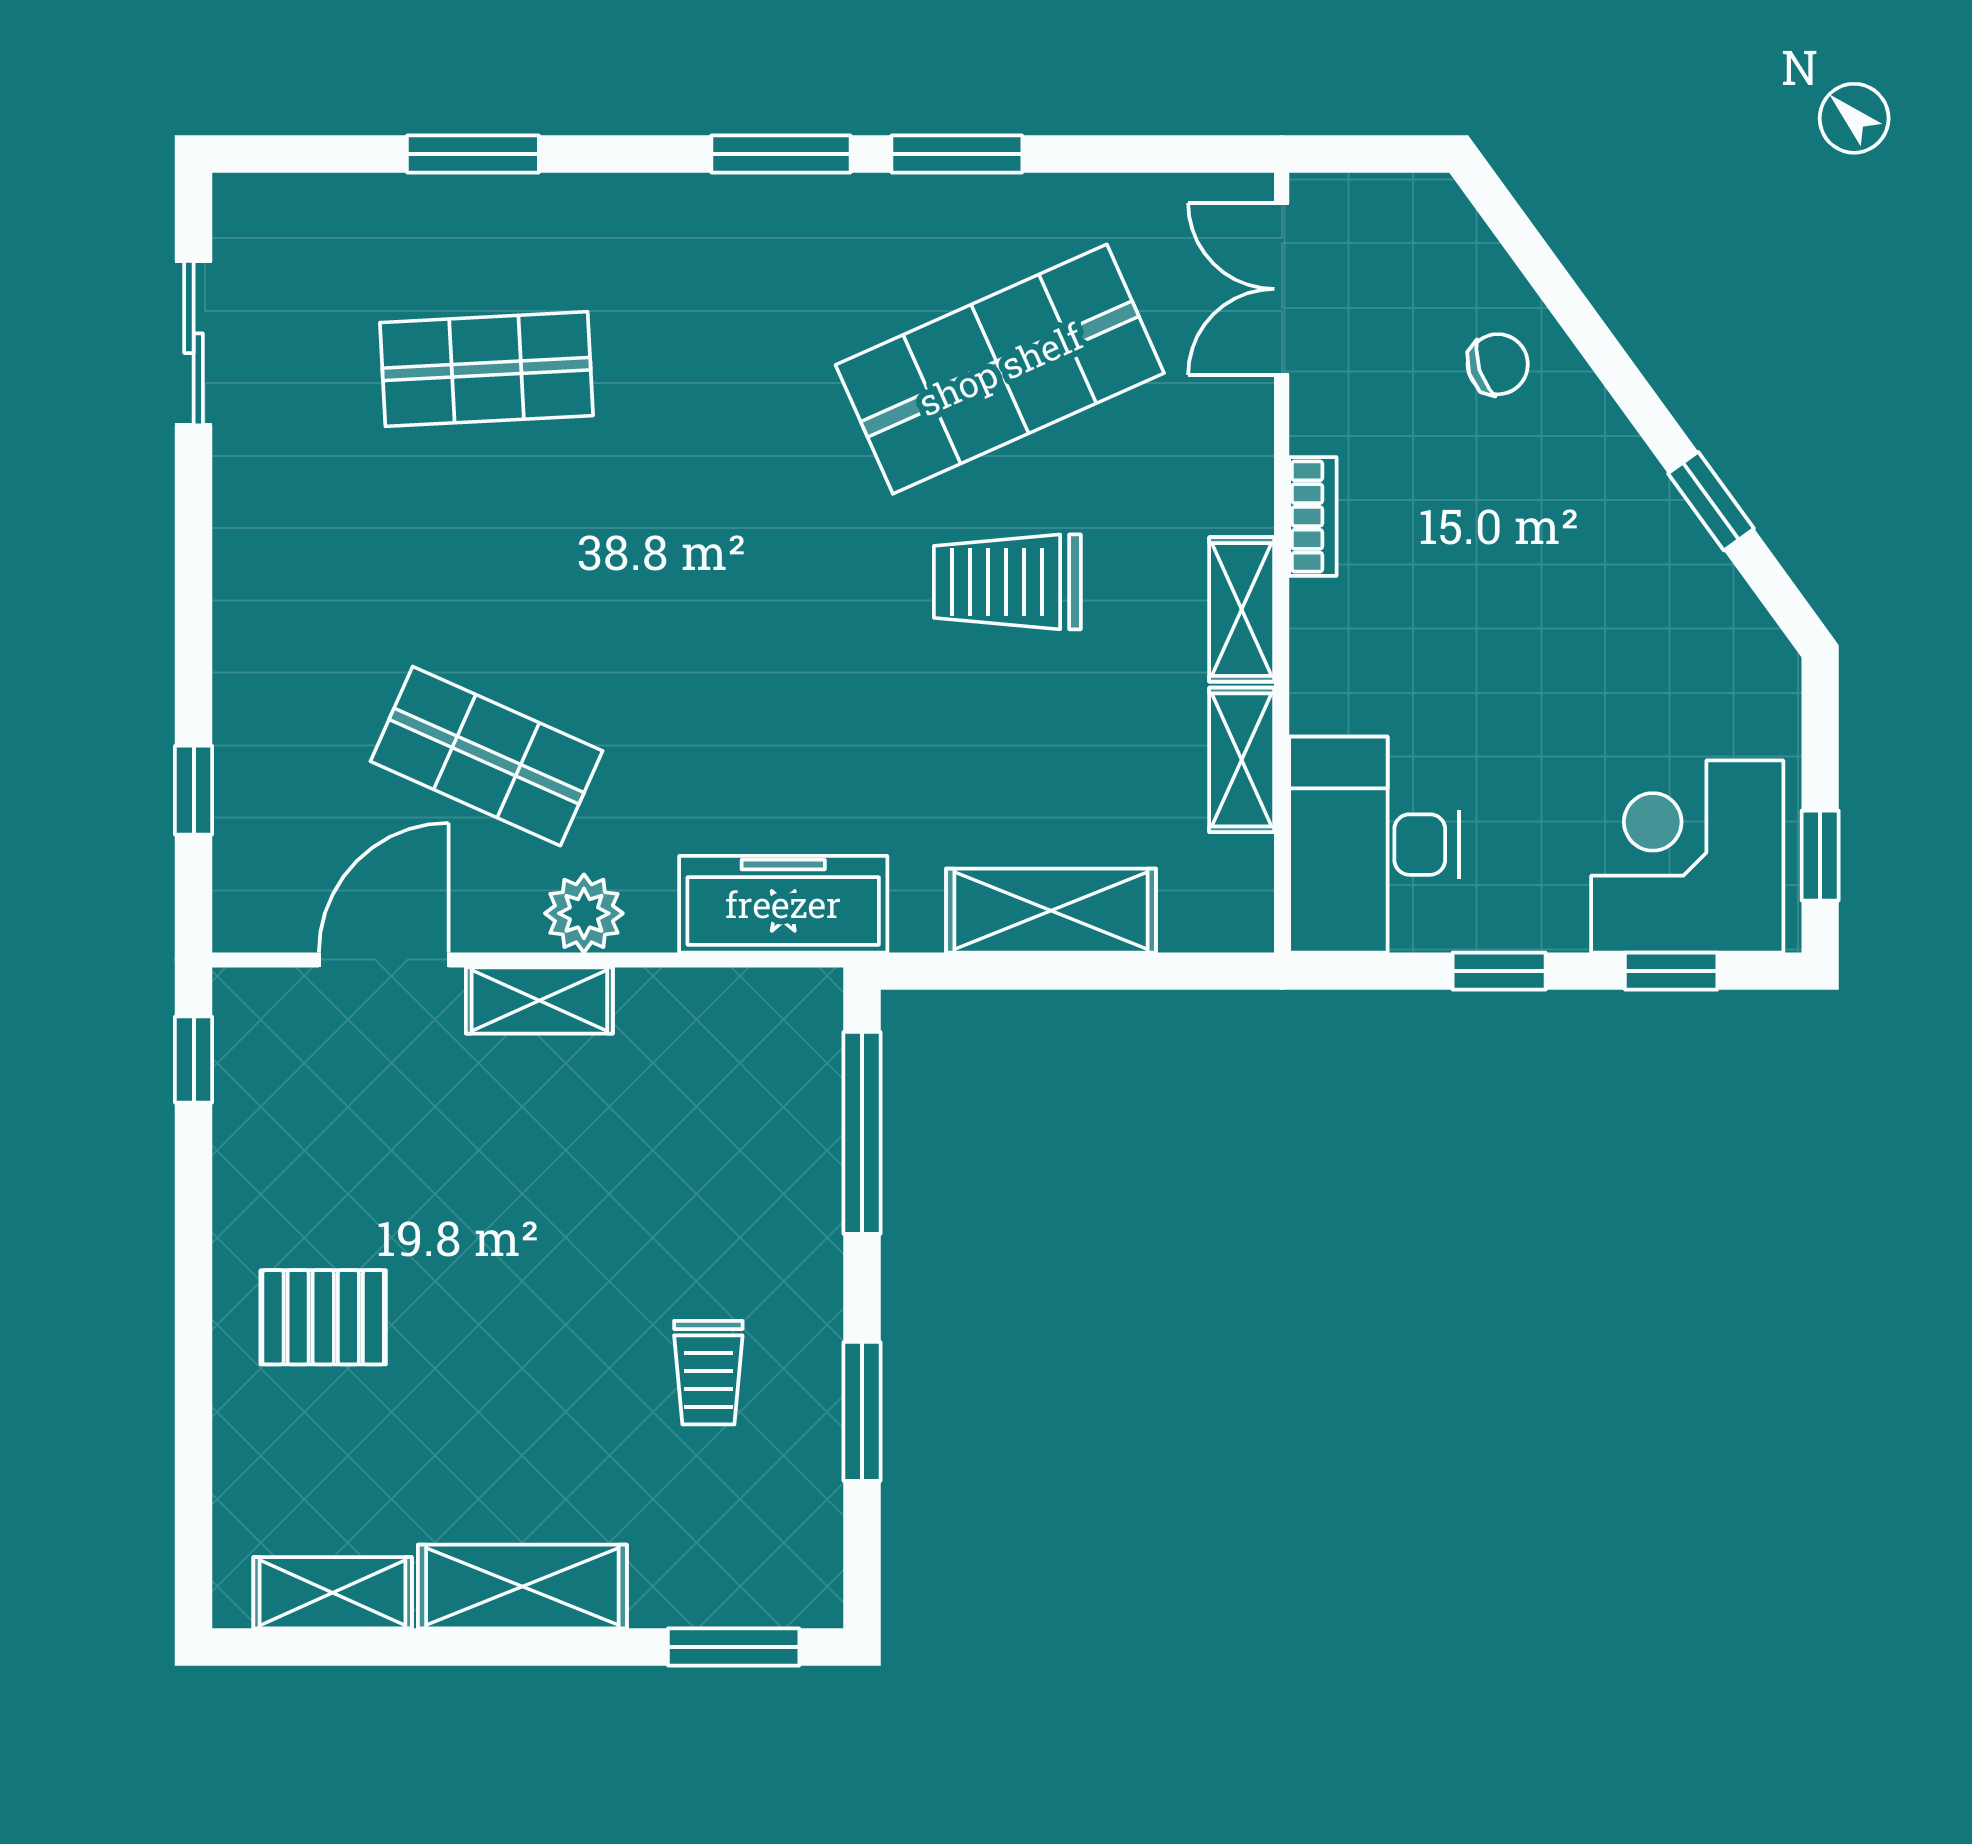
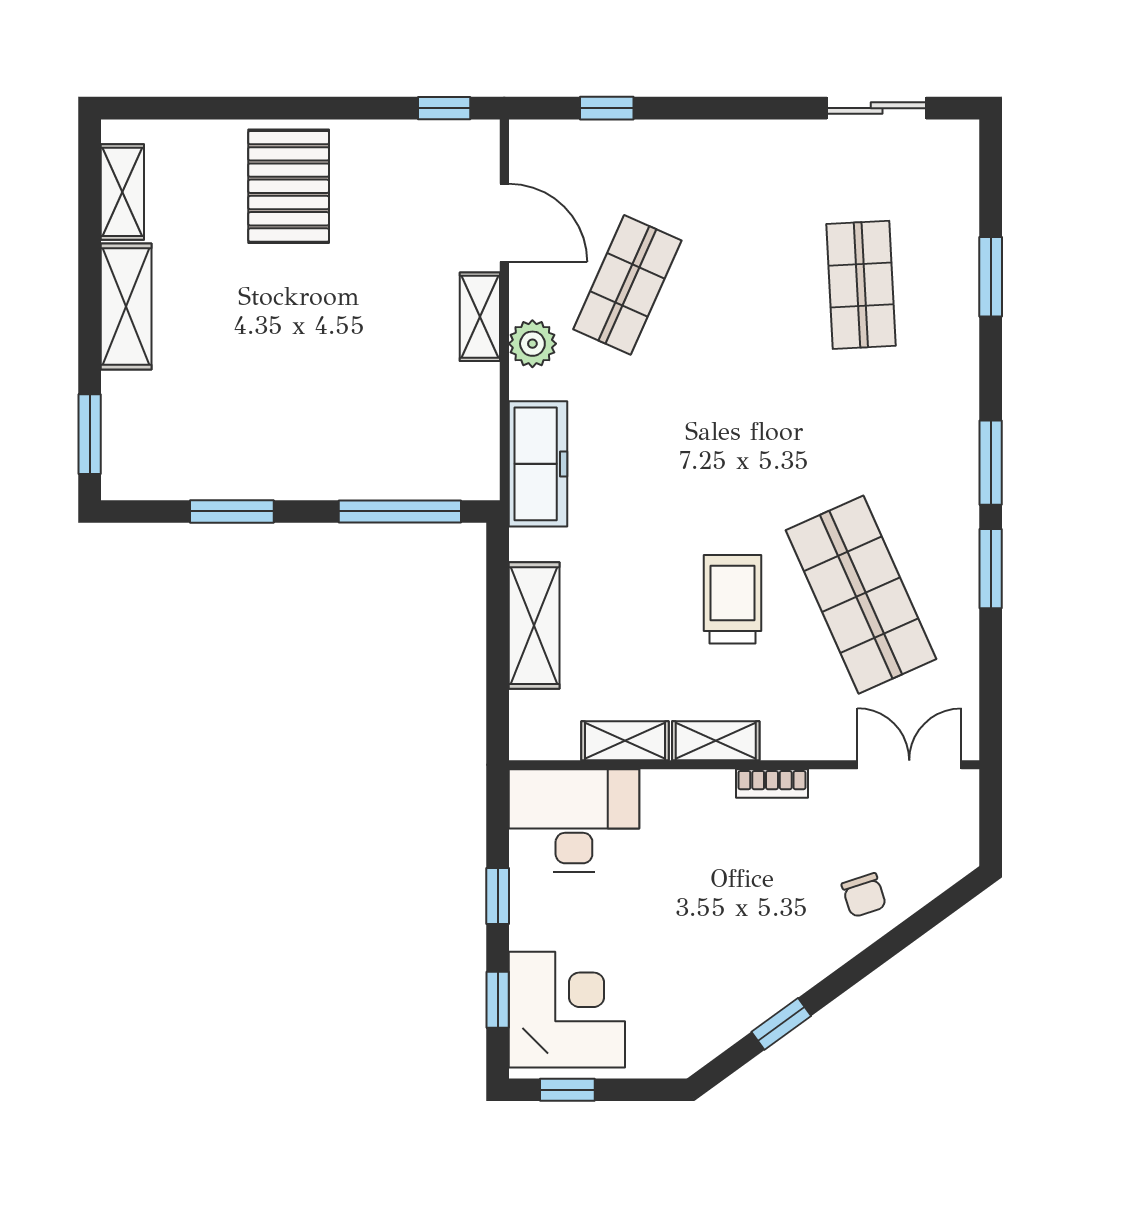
pallet: (323, 1317) -> (289, 186), width x1.50, depth x1.42
trolley: (708, 1373) -> (255, 419), removed

